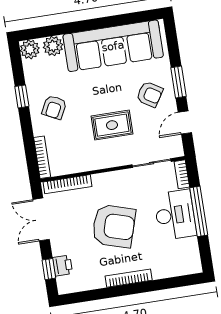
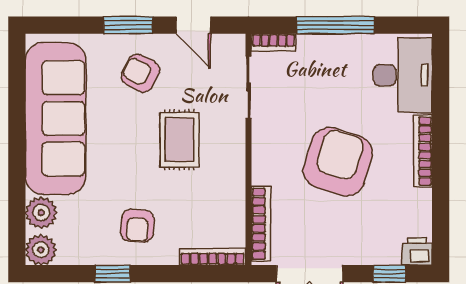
armchair: (150, 94) -> (140, 73), turned -94
armchair: (54, 107) -> (137, 226), turned 67
desk: (175, 215) -> (403, 75), moved, turned 90
printer: (63, 266) -> (417, 252), moved

